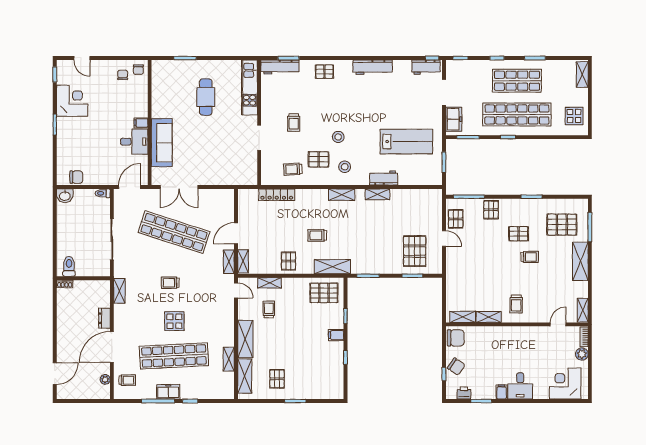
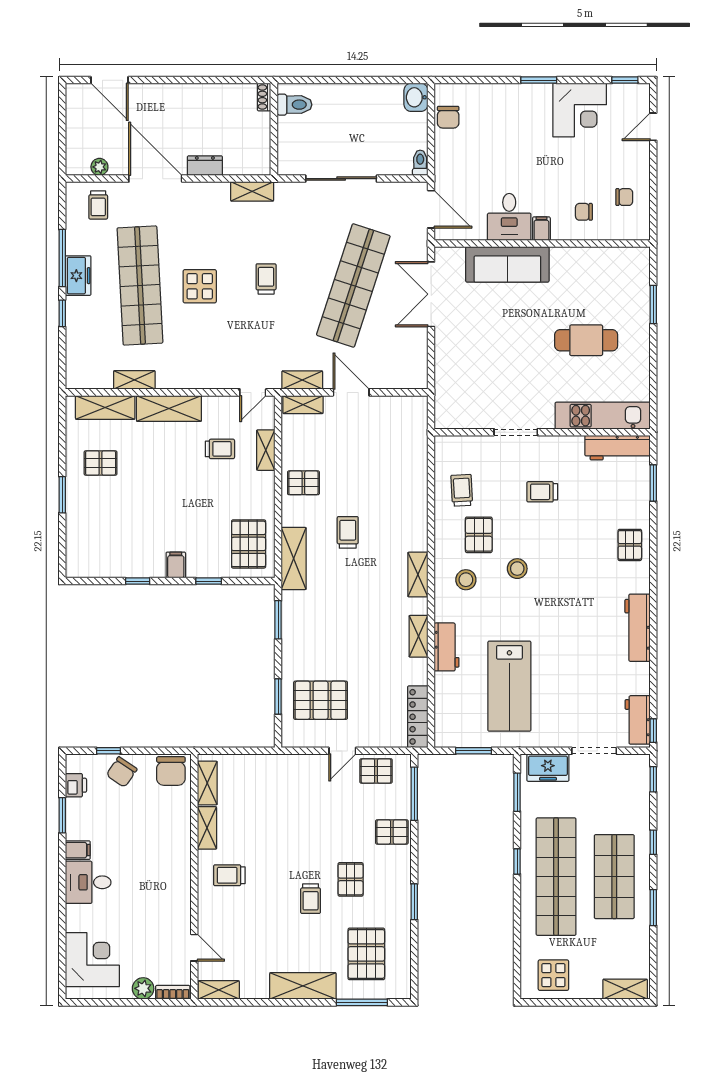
workbench: (280, 67) -> (618, 448), moved, turned -90
chair: (138, 70) -> (584, 212), moved
locker: (277, 195) -> (418, 717), moved

